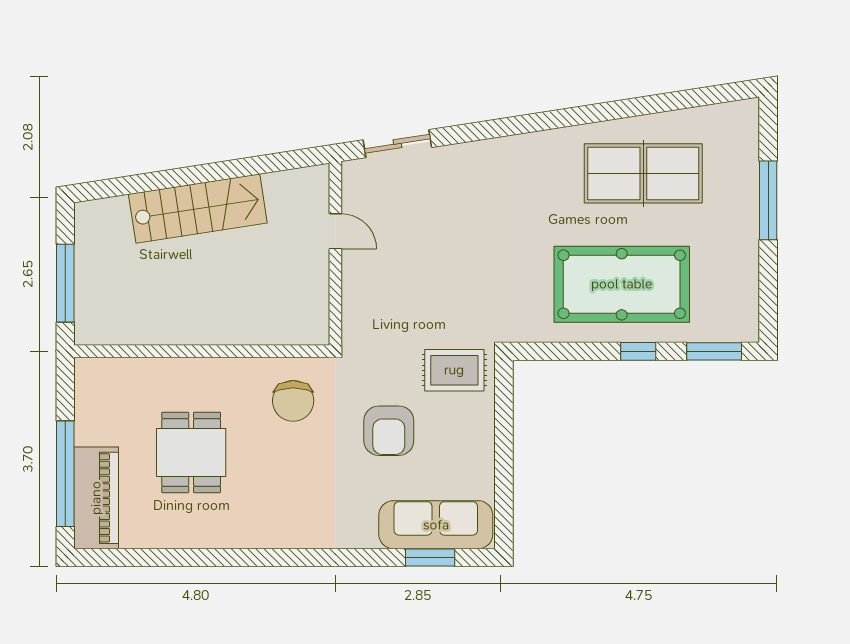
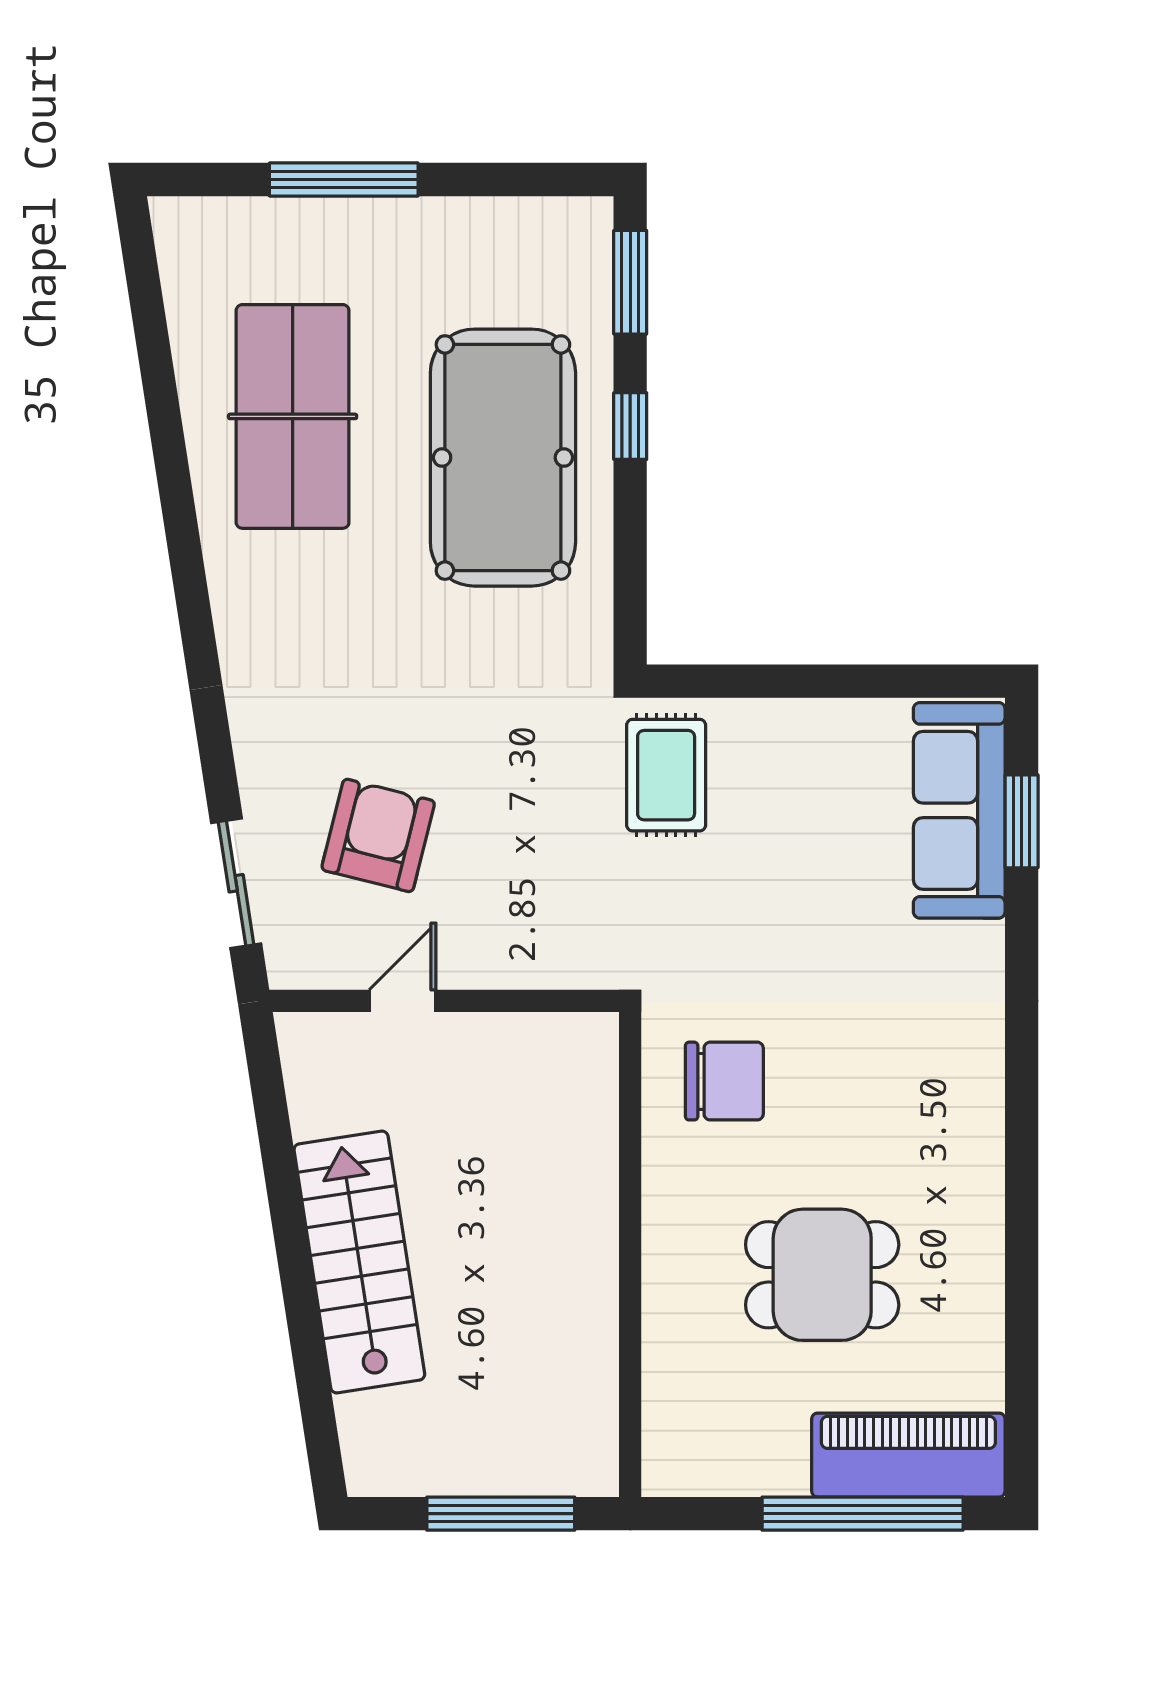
armchair: (389, 431) -> (378, 835), moved, turned -76

